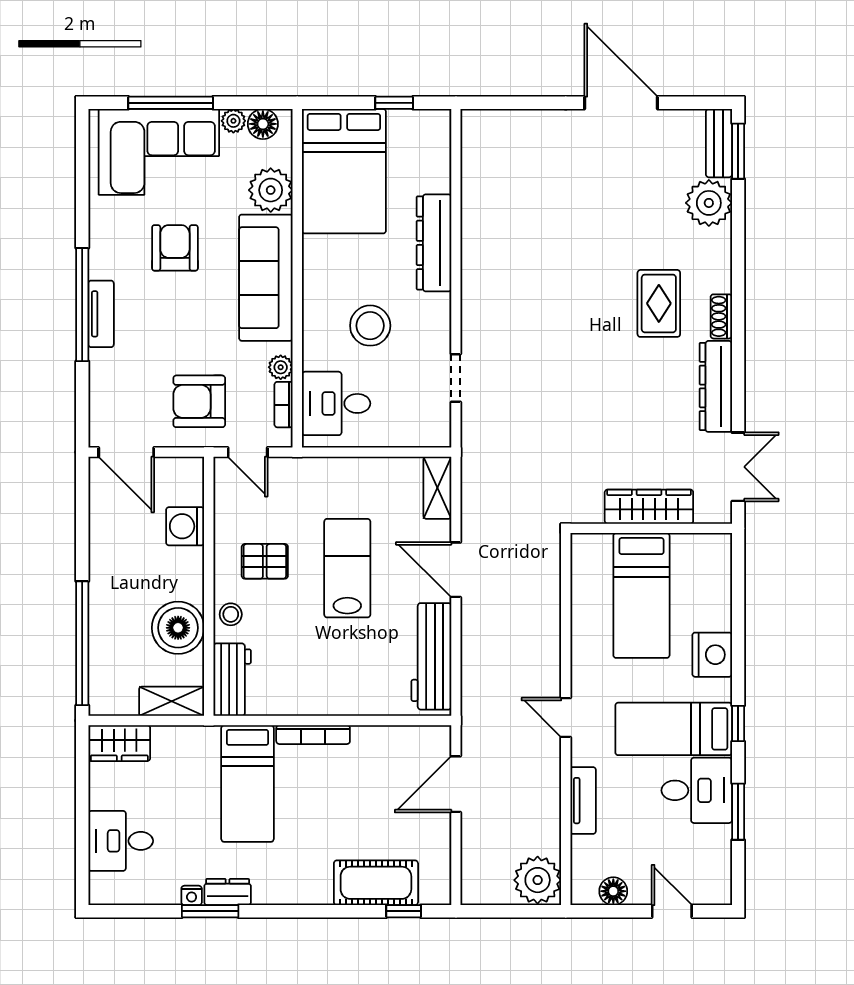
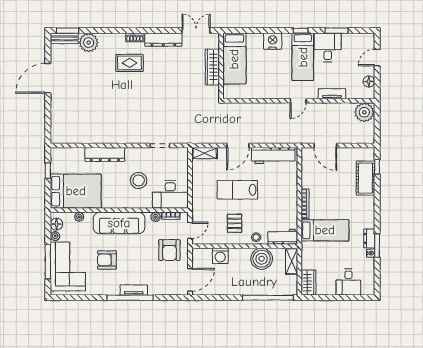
plant: (271, 190) -> (79, 217), width x0.53, depth x0.53
desk: (336, 403) -> (170, 194), width x1.37
bed: (641, 595) -> (234, 59), moved, turned 90

